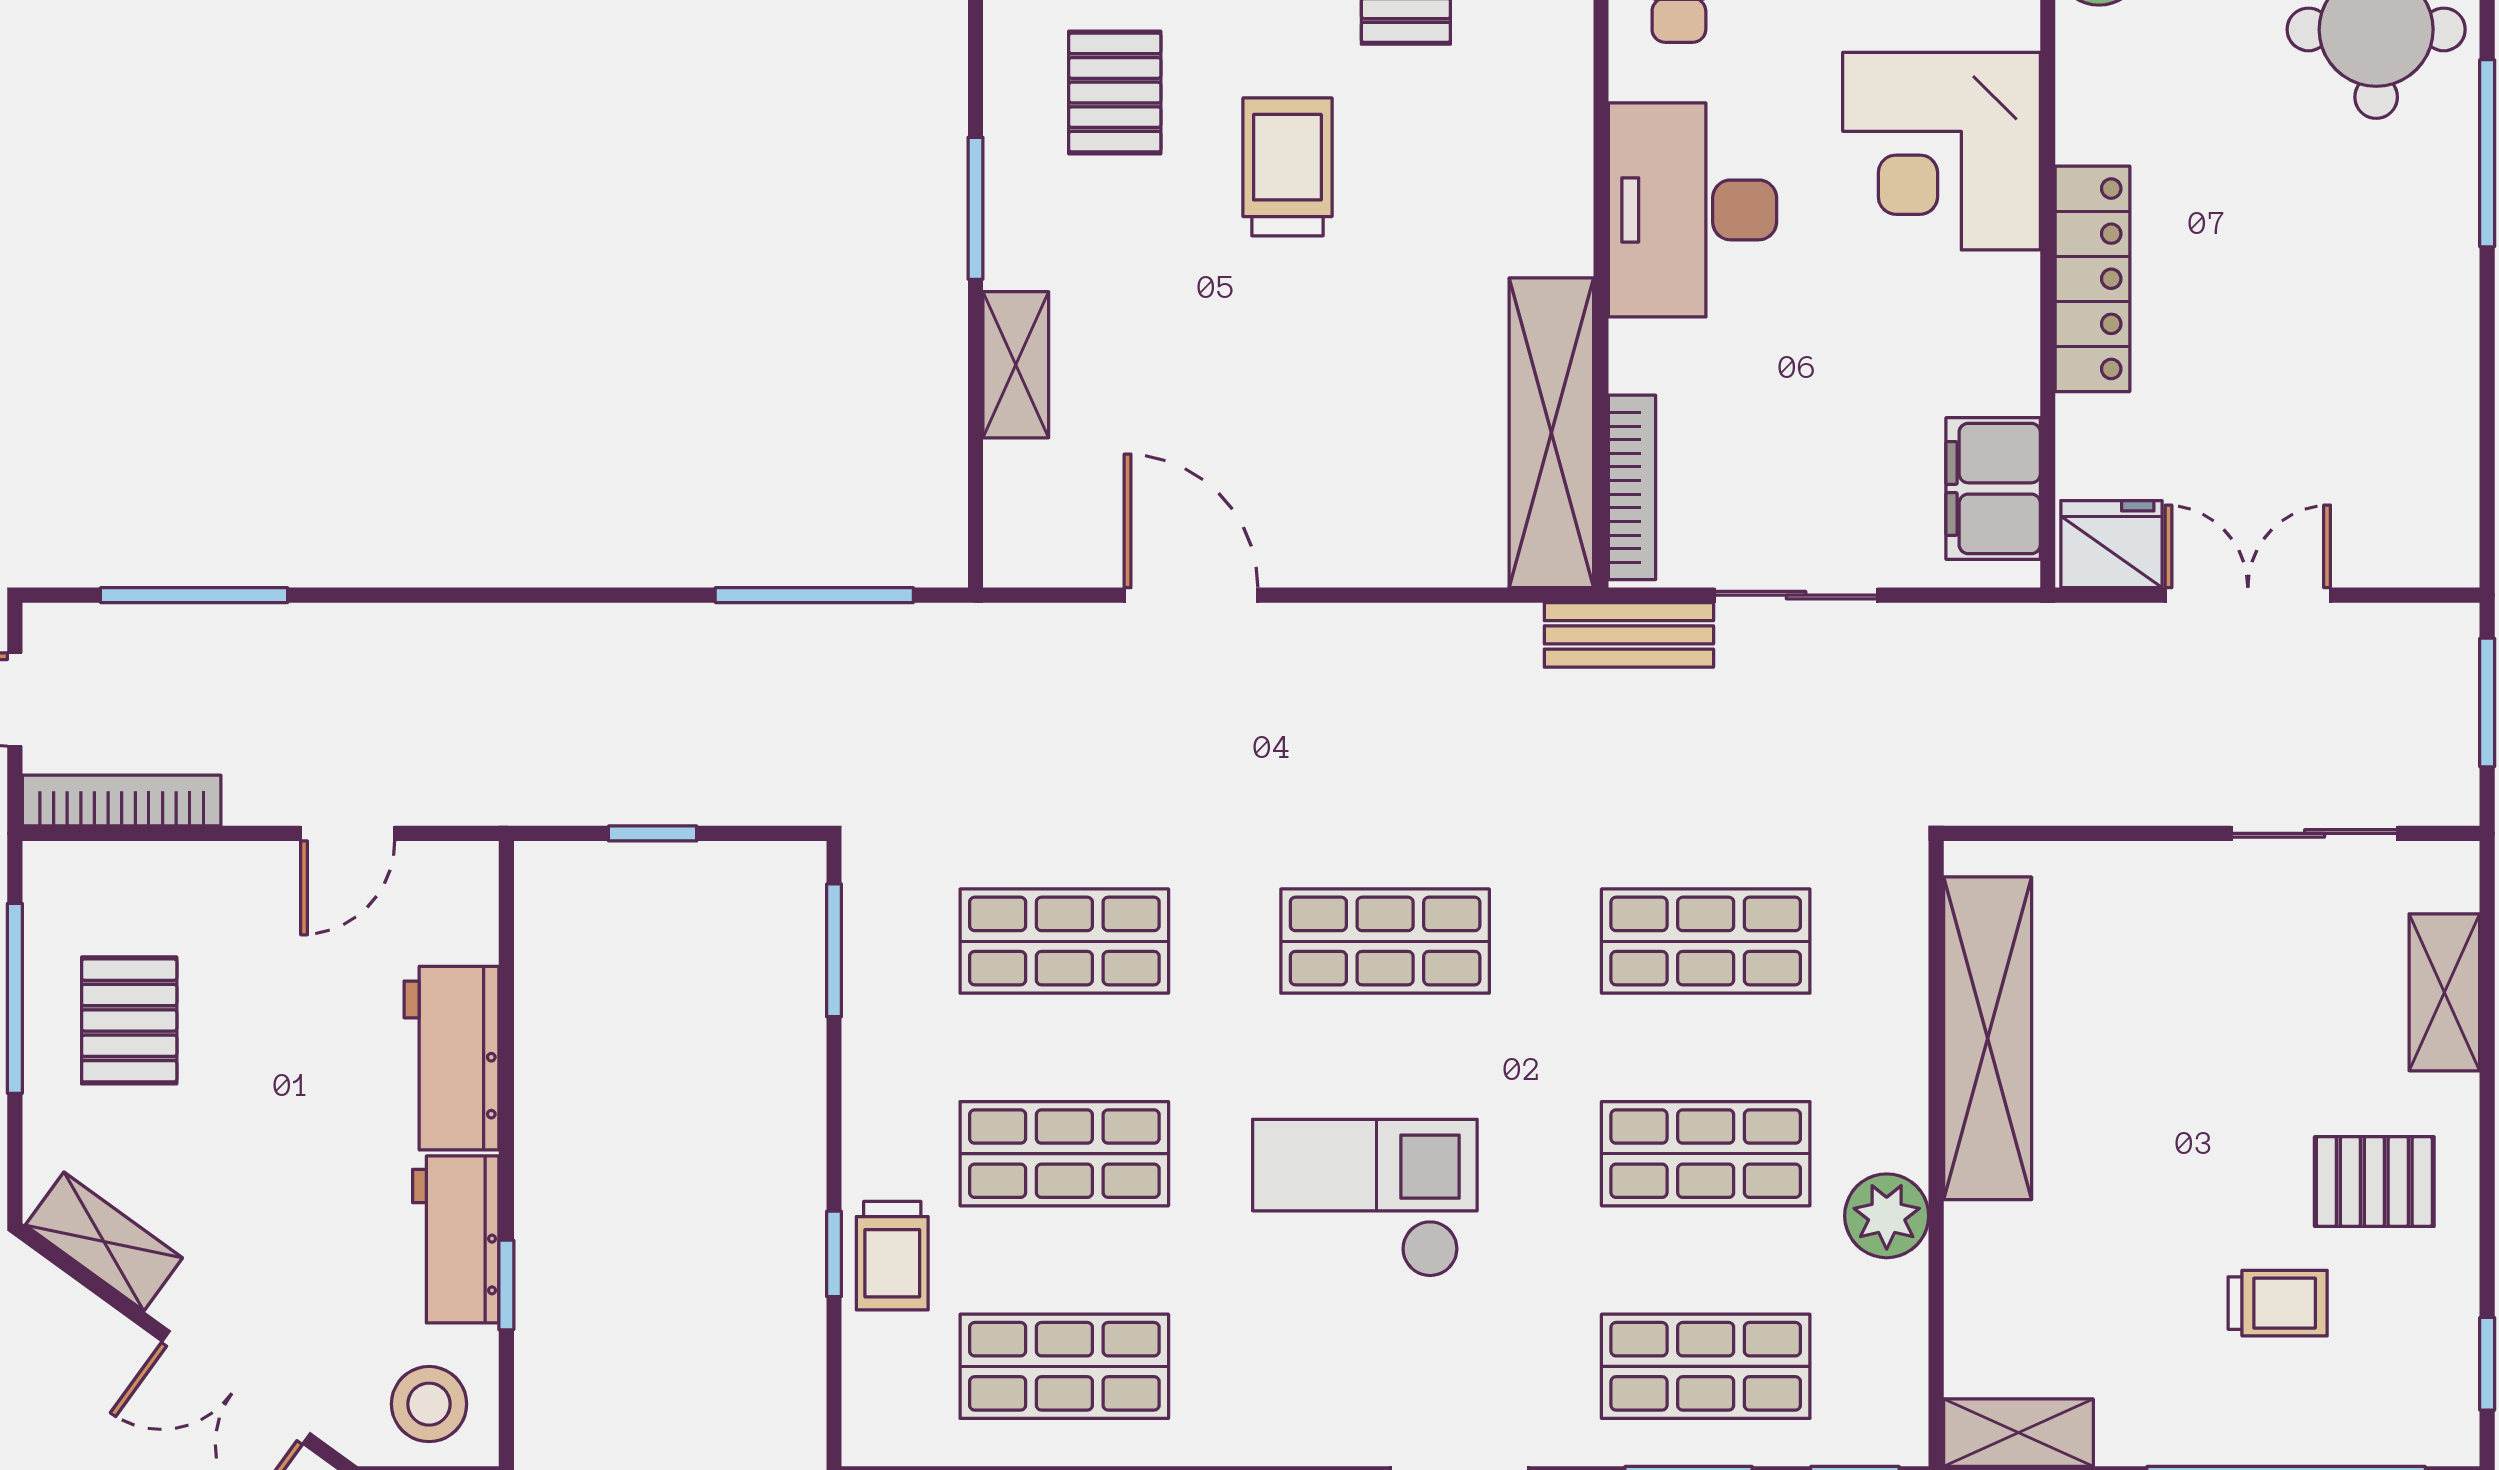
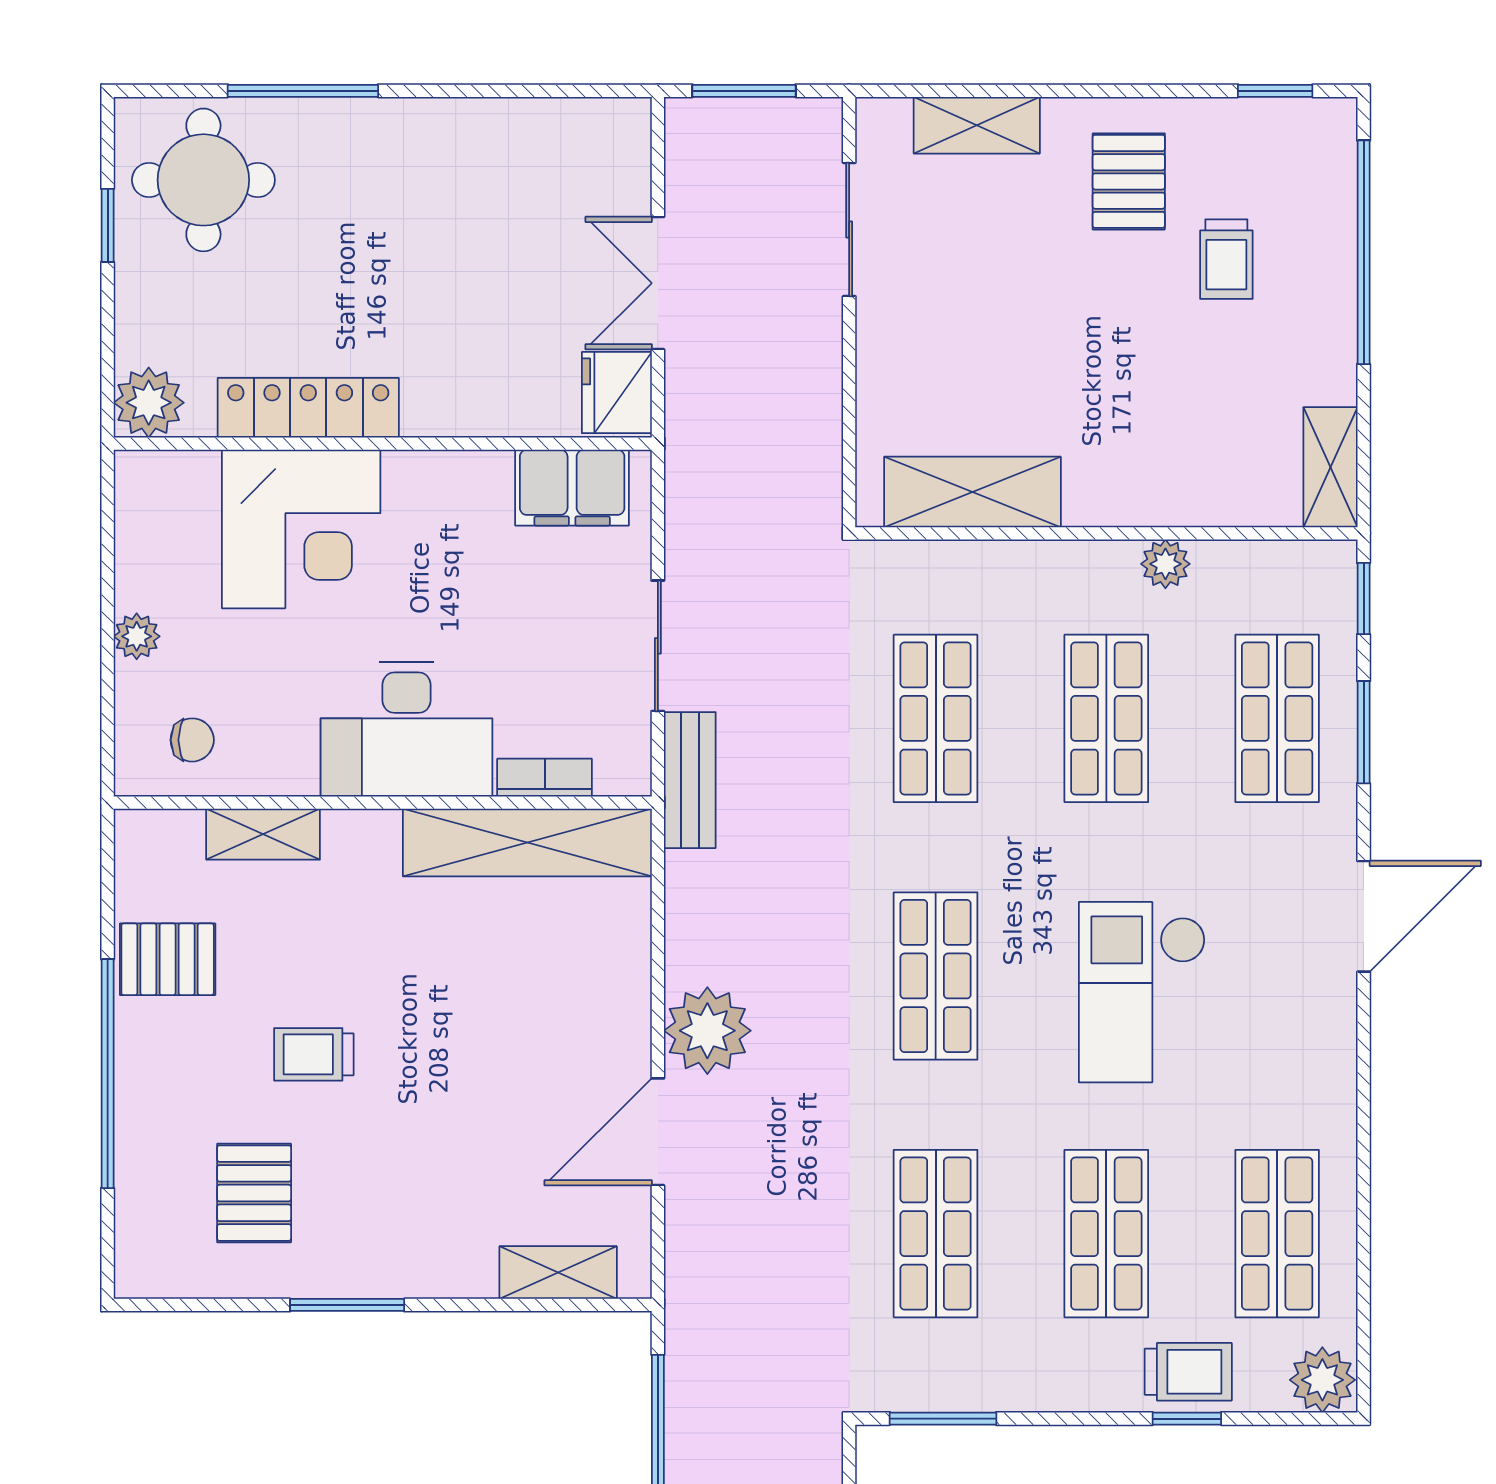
pallet: (1115, 93) -> (254, 1193), turned 90
shelving: (1562, 104) -> (263, 834), added
trolley: (1287, 167) -> (314, 1054), width x0.73, depth x0.72
desk: (1692, 210) -> (407, 729), moved
locker: (2093, 279) -> (308, 408), moved
shelving: (1016, 365) -> (558, 1273), moved
bookcase: (1632, 487) -> (545, 778), width x0.64
plant: (1317, 657) -> (707, 1031), added
shelving: (1988, 1038) -> (972, 492), width x0.68
plant: (1887, 1216) -> (1165, 564), width x0.73, depth x0.73
trolley: (2278, 1303) -> (1226, 259), turned 180
plant: (882, 1423) -> (1322, 1380), added

